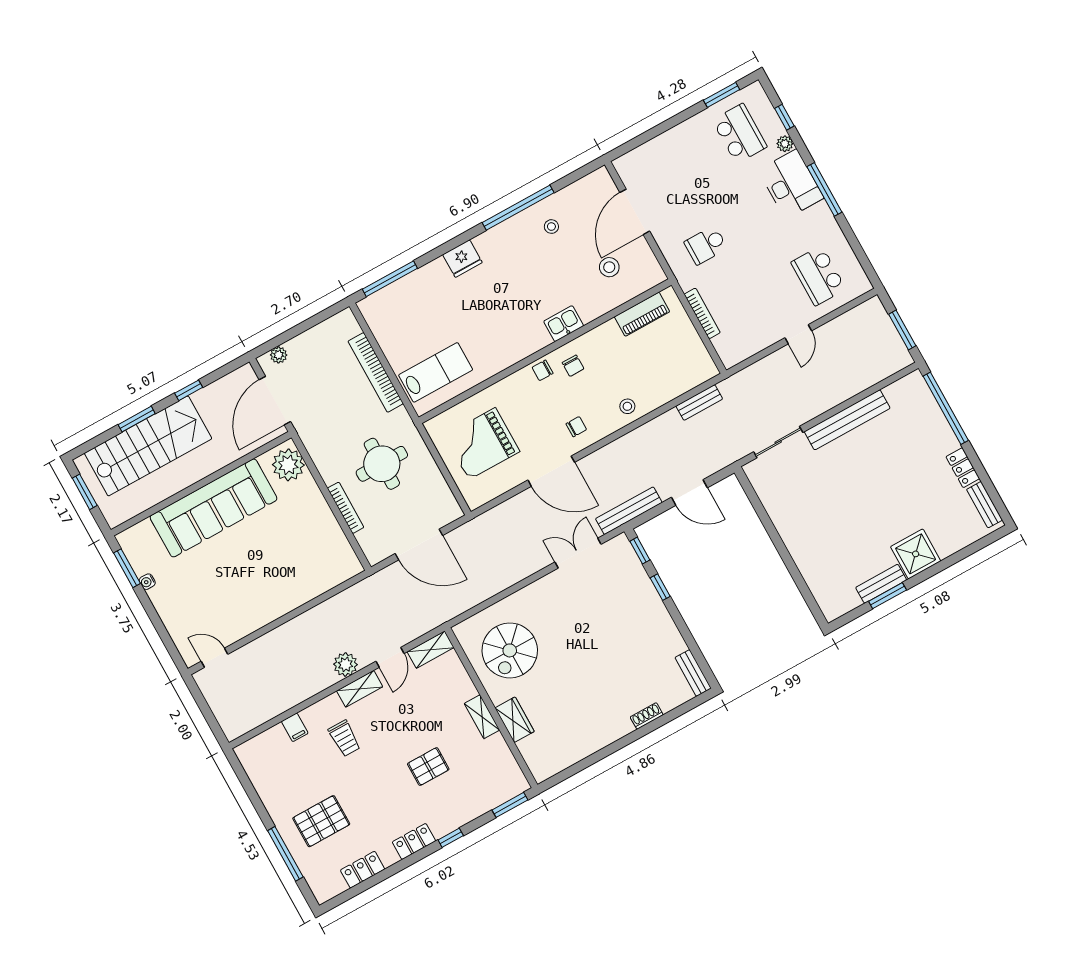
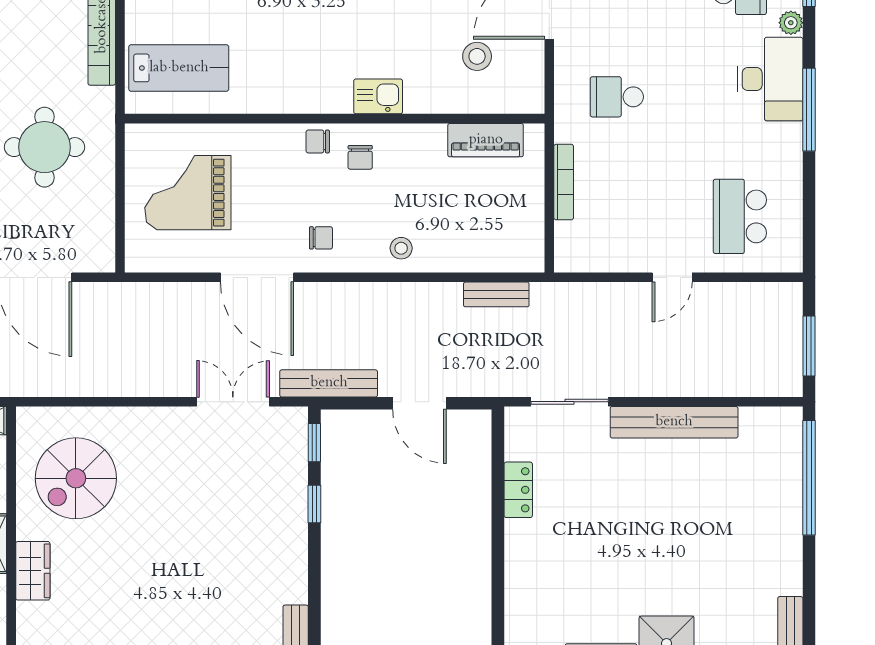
locker: (963, 468) -> (518, 490), moved, turned 180

